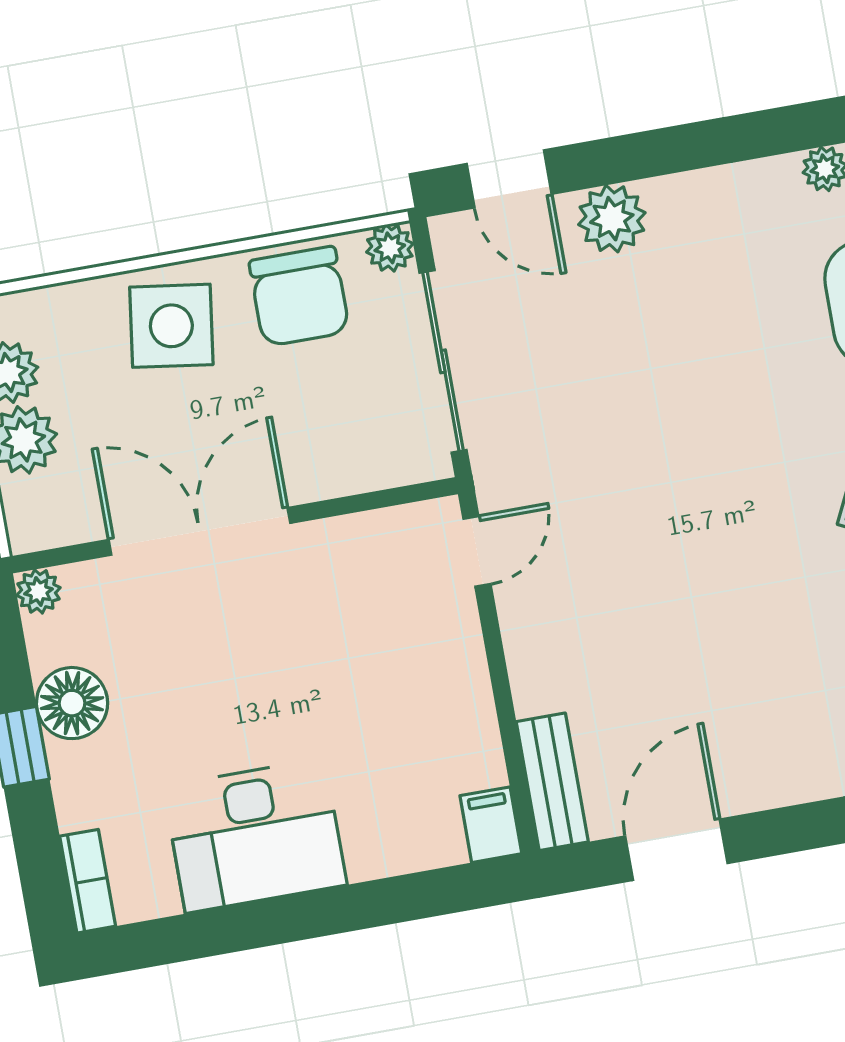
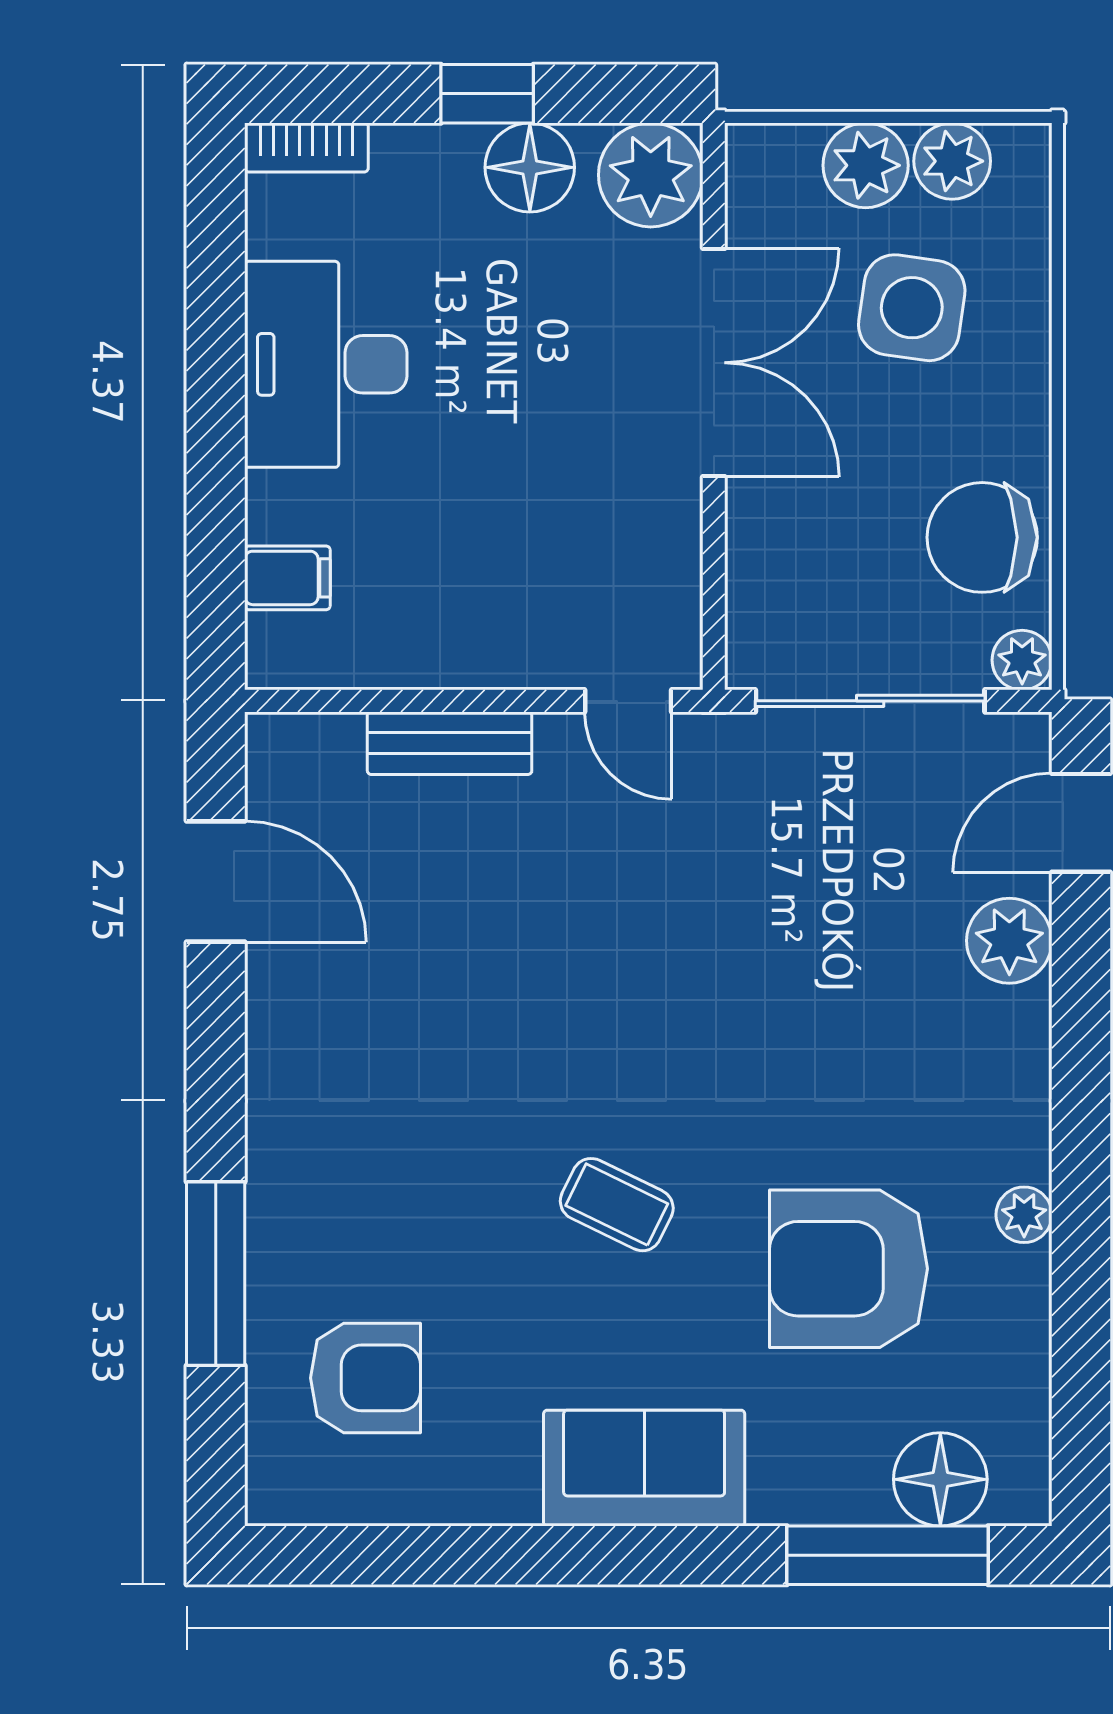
side table: (171, 326) -> (912, 308), moved
plant: (38, 591) -> (651, 175), width x1.88, depth x1.88
bench: (552, 782) -> (450, 743), moved
filing cabinet: (491, 825) -> (287, 578), moved

